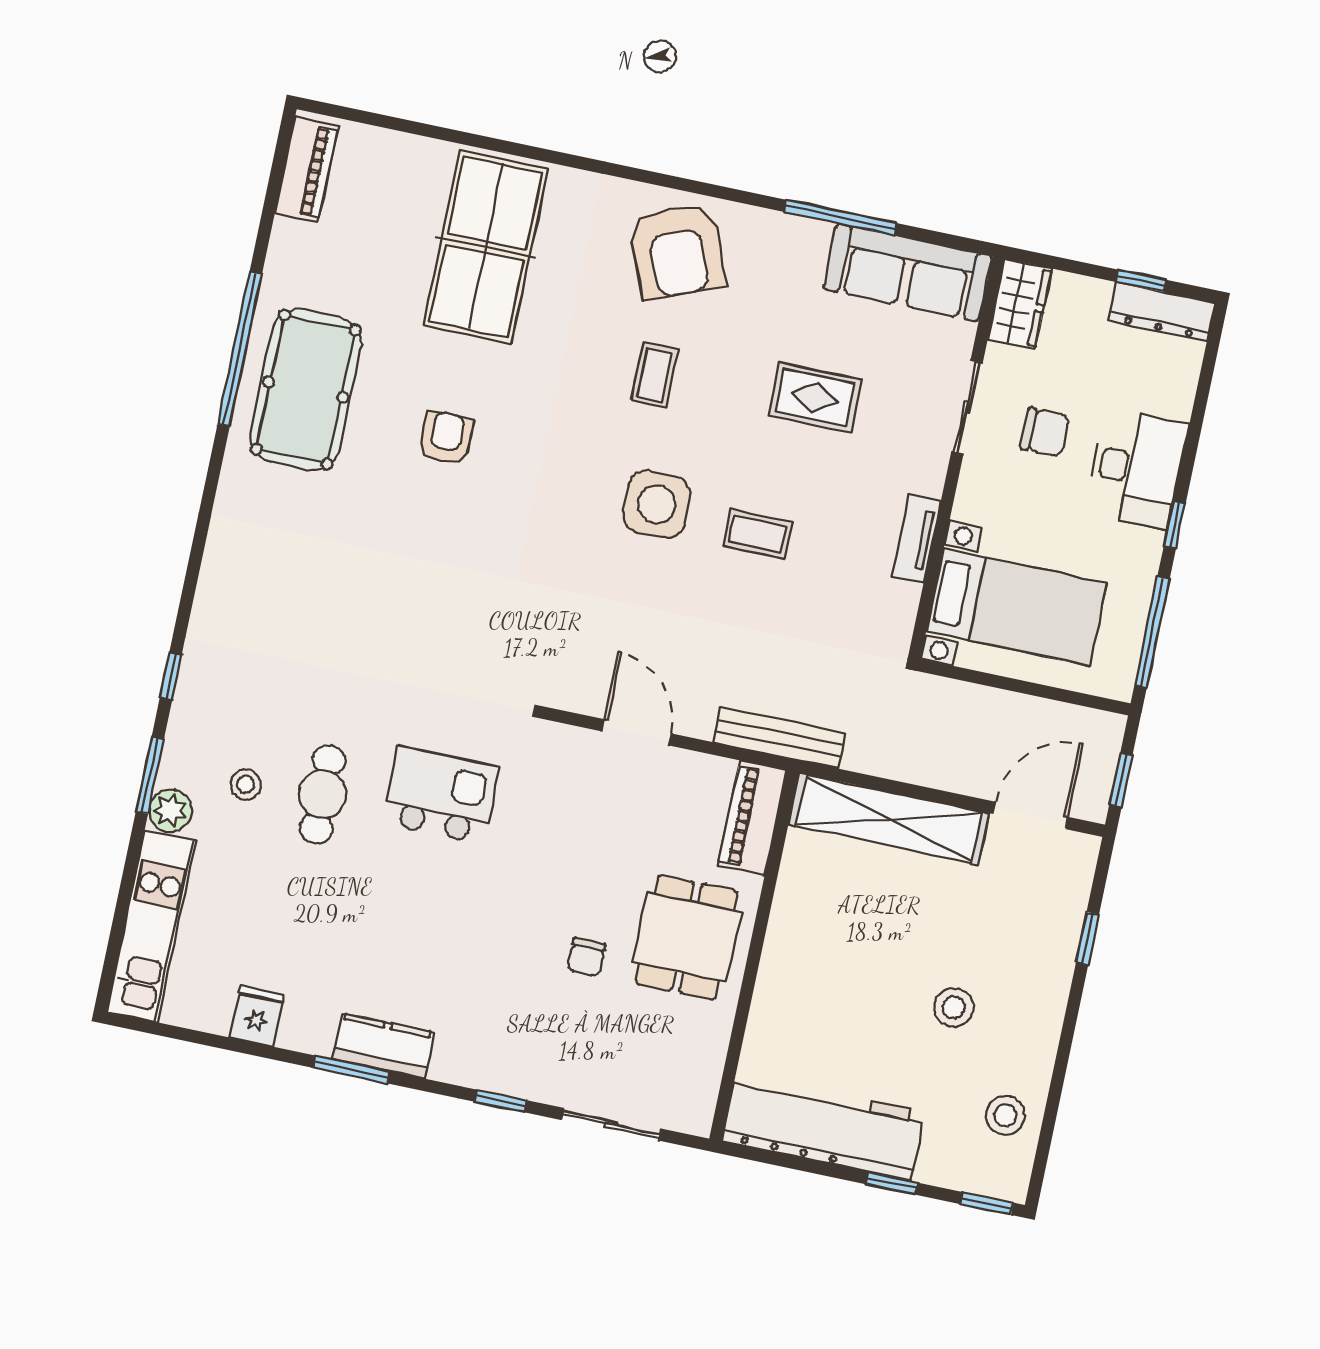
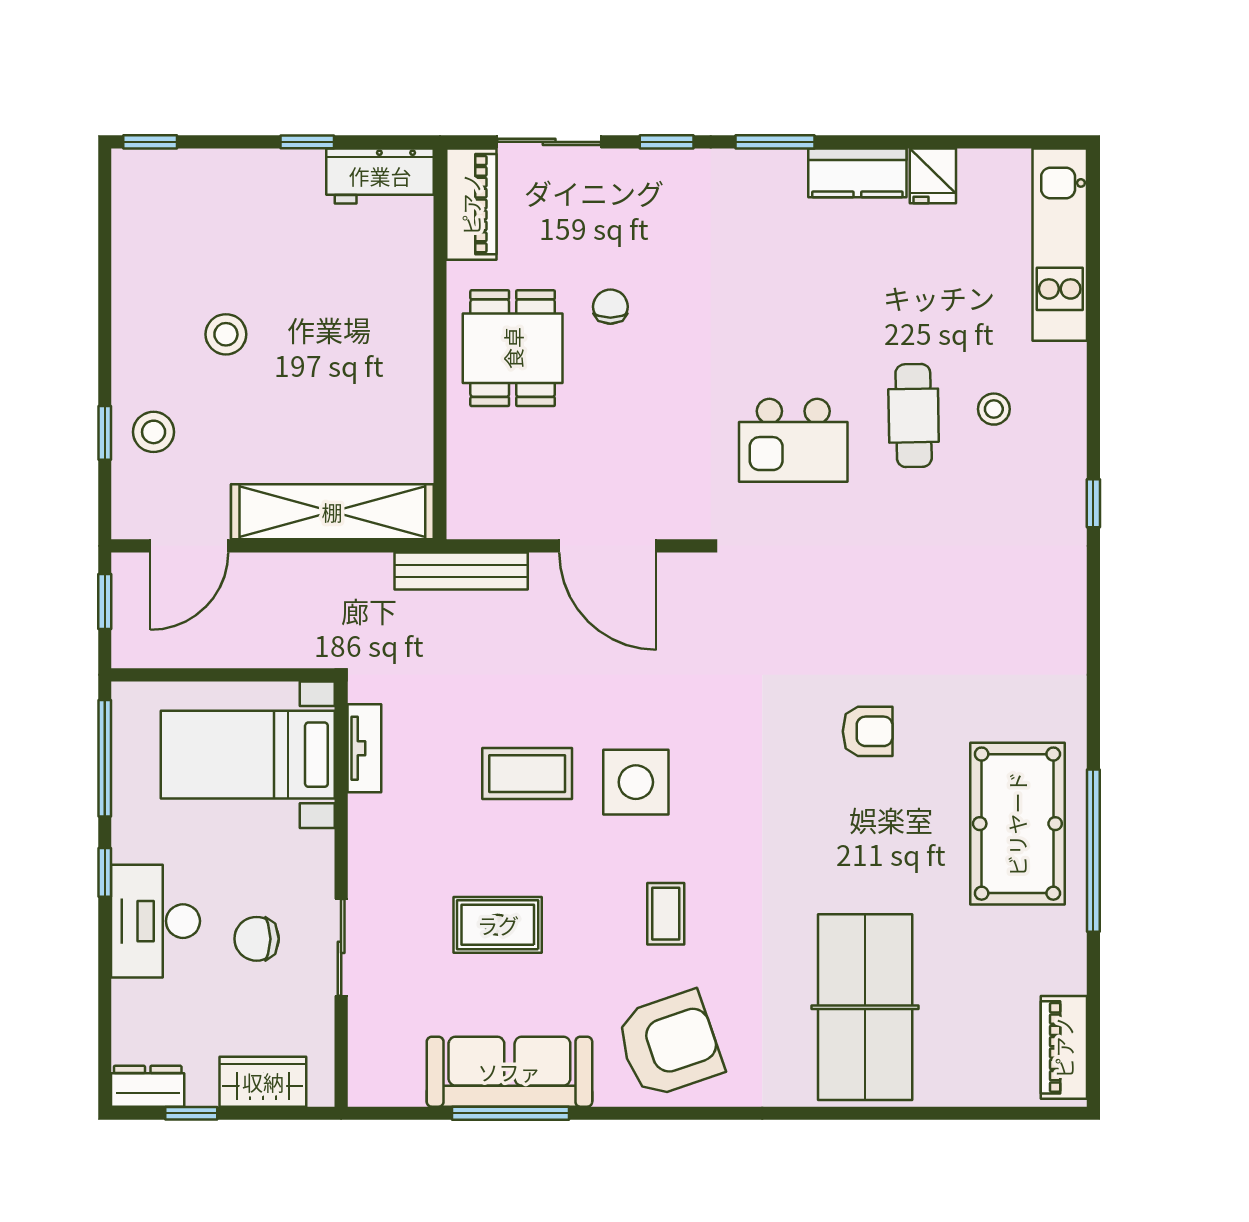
armchair: (677, 251) -> (669, 1044), turned 93
sofa: (908, 273) -> (509, 1072), moved
wardrobe: (1020, 304) -> (263, 1082), moved, turned 90
dresser: (1162, 312) -> (148, 1086), width x0.70
armchair: (446, 438) -> (868, 731), moved, turned -90
coffee table: (757, 534) -> (527, 774), width x1.36, depth x1.30
tv unit: (916, 539) -> (364, 748), moved
door: (636, 732) -> (608, 546), width x1.36
window: (150, 775) -> (1093, 398), removed
plant: (170, 811) -> (1065, 366), removed
piano: (752, 818) -> (471, 204), moved
kitchen counter: (383, 1046) -> (857, 173), moved
window: (351, 1070) -> (775, 142), moved
stool: (1005, 1115) -> (154, 432), moved
workbench: (823, 1127) -> (380, 176), width x0.53, depth x0.76
window: (891, 1183) -> (307, 142), moved

